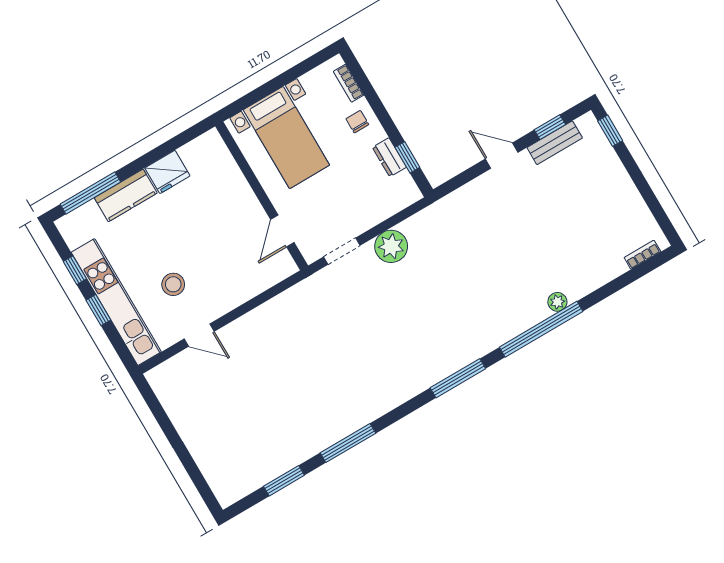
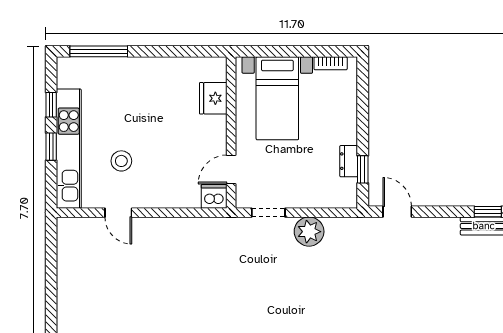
bookcase: (349, 83) -> (331, 63), moved, turned -90
chair: (357, 122) -> (340, 119), removed
door: (502, 156) -> (397, 212), moved
fridge: (167, 172) -> (213, 98), moved, turned 90
kitchen counter: (126, 195) -> (125, 70), removed
dishwasher: (281, 266) -> (214, 196), added

